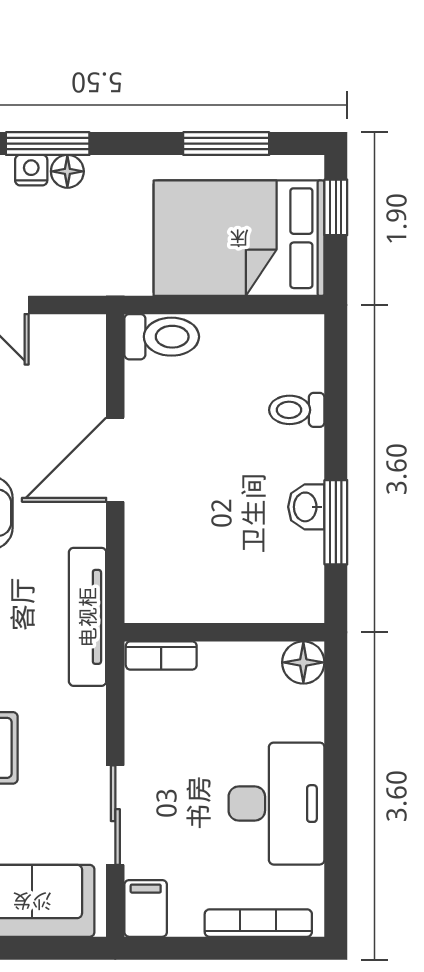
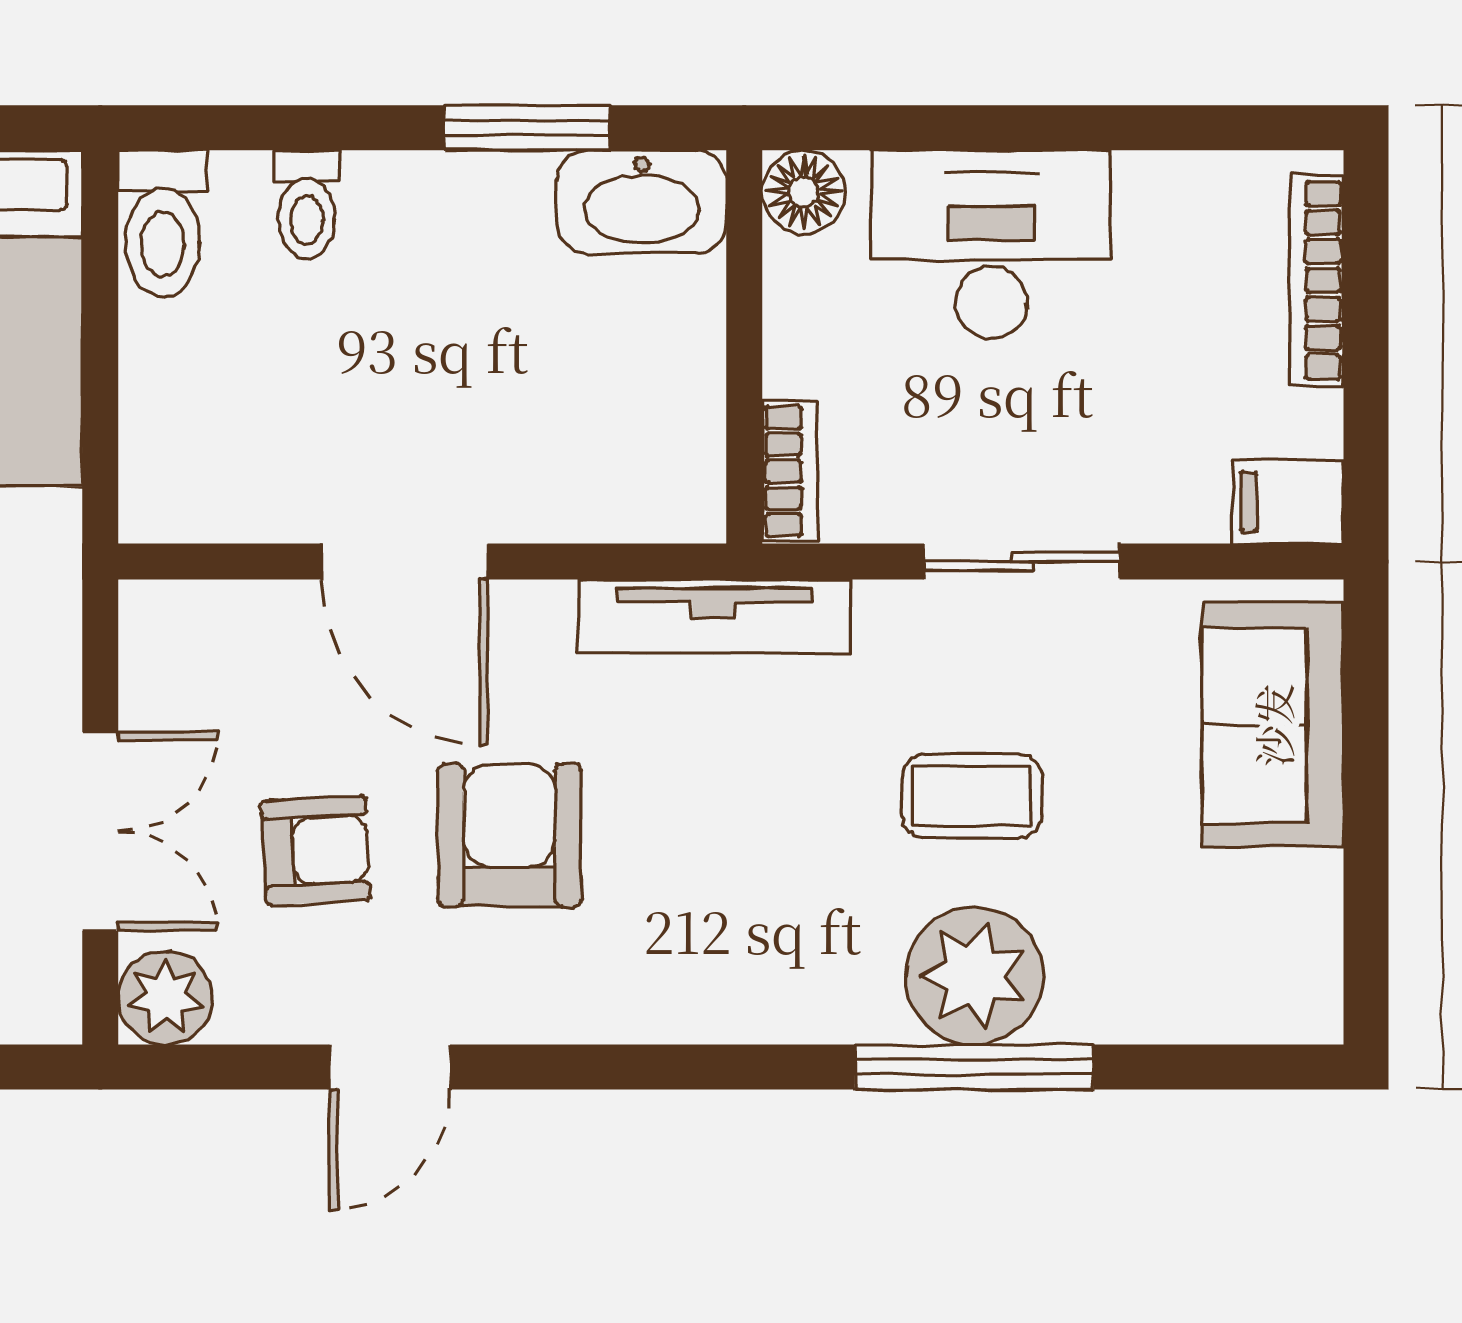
toilet: (162, 337) -> (163, 223), moved, turned 180
washbasin: (306, 507) -> (642, 202), moved, width x1.91, depth x1.45
desk: (277, 804) -> (991, 244), moved
sliding door: (115, 815) -> (1022, 562), moved

